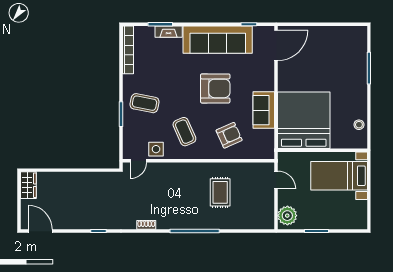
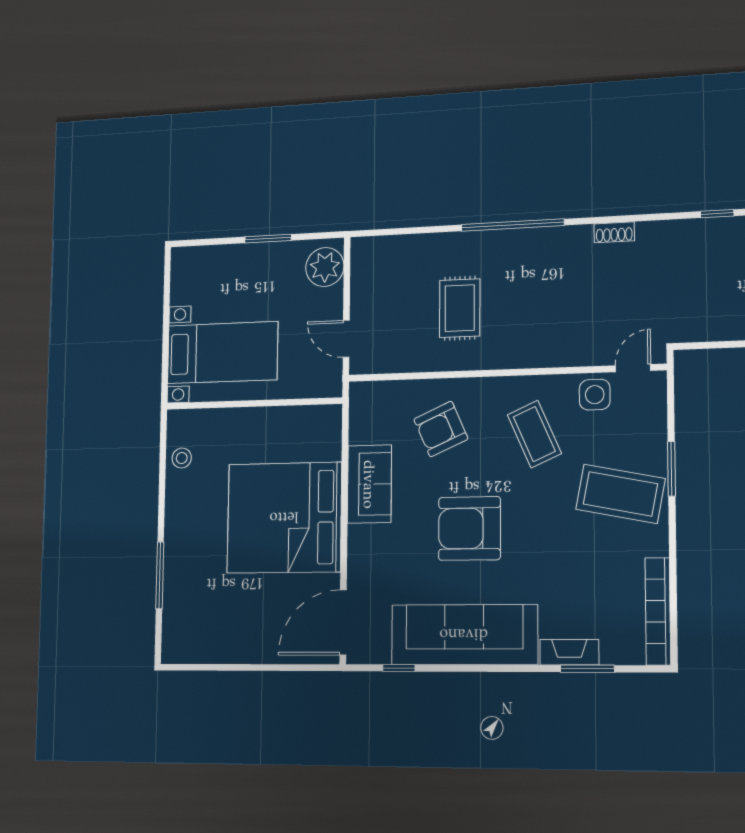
coffee table: (145, 103) -> (620, 494), width x1.36, depth x1.32
bed: (304, 120) -> (284, 518), moved, turned 90

